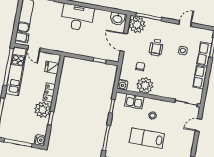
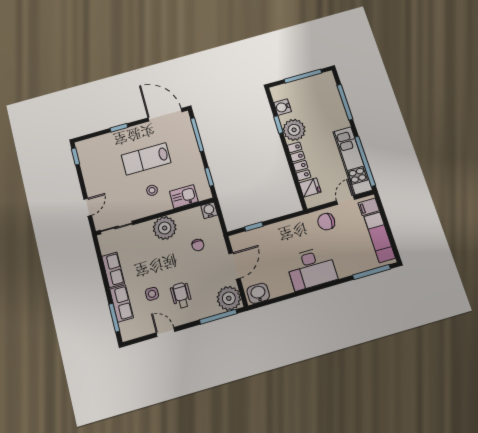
door: (185, 24) -> (166, 332), swing flipped
chair: (53, 41) -> (326, 222), added
door: (124, 42) -> (235, 266), hinge flipped
wheelchair: (156, 47) -> (181, 295), moved
door: (34, 49) -> (346, 200), hinge flipped
plant: (145, 85) -> (165, 228), moved
locker: (49, 93) -> (299, 161), width x1.53
lab bench: (147, 138) -> (146, 159), turned 180
water cooler: (40, 140) -> (283, 107), moved

